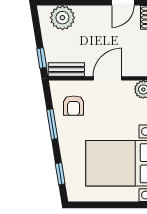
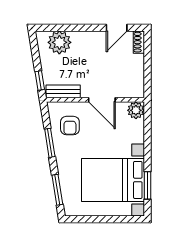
door: (107, 78) -> (102, 100), swing flipped
window: (60, 174) -> (57, 190), width x1.50

